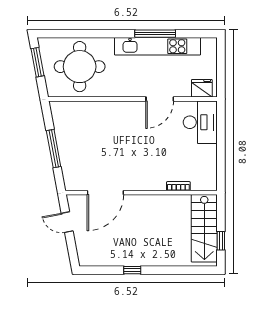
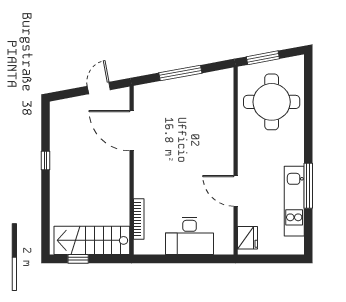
kitchen unit: (158, 46) -> (294, 201), width x0.73
window: (38, 62) -> (263, 58), moved
desk: (200, 122) -> (190, 236), moved
bookcase: (178, 186) -> (139, 219), width x1.56

